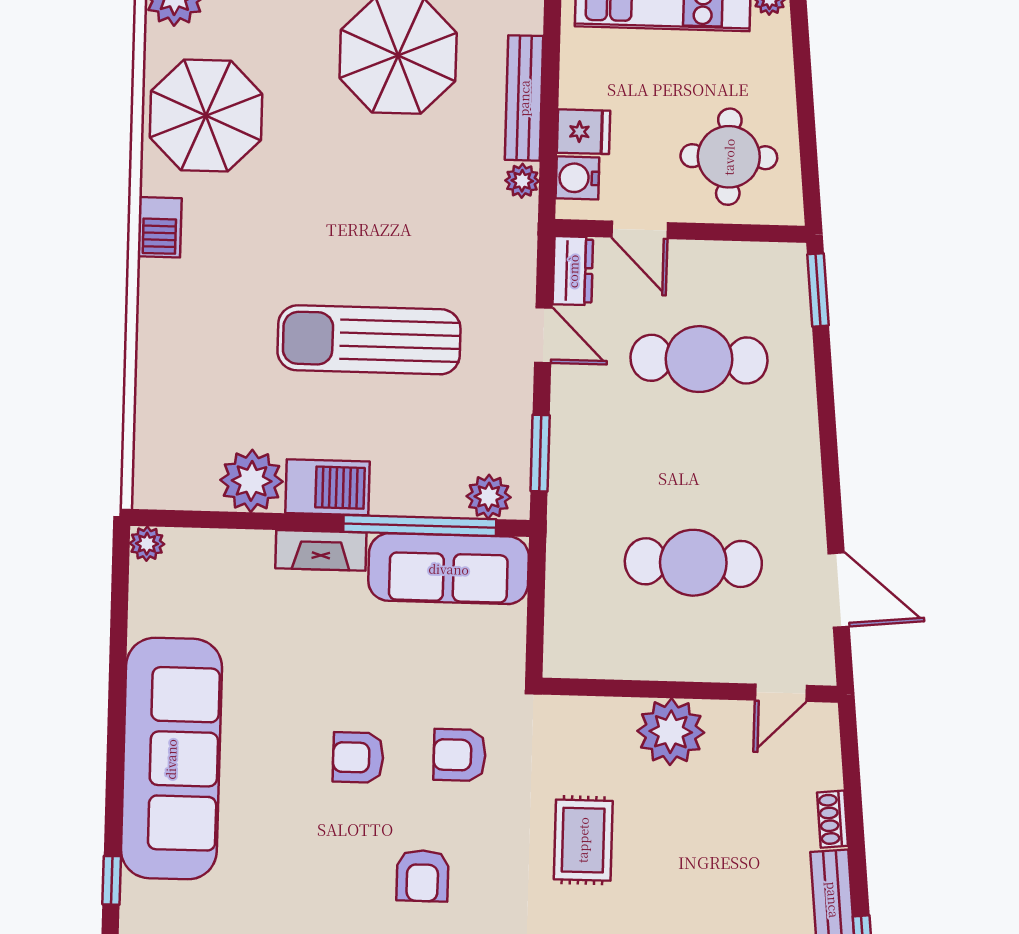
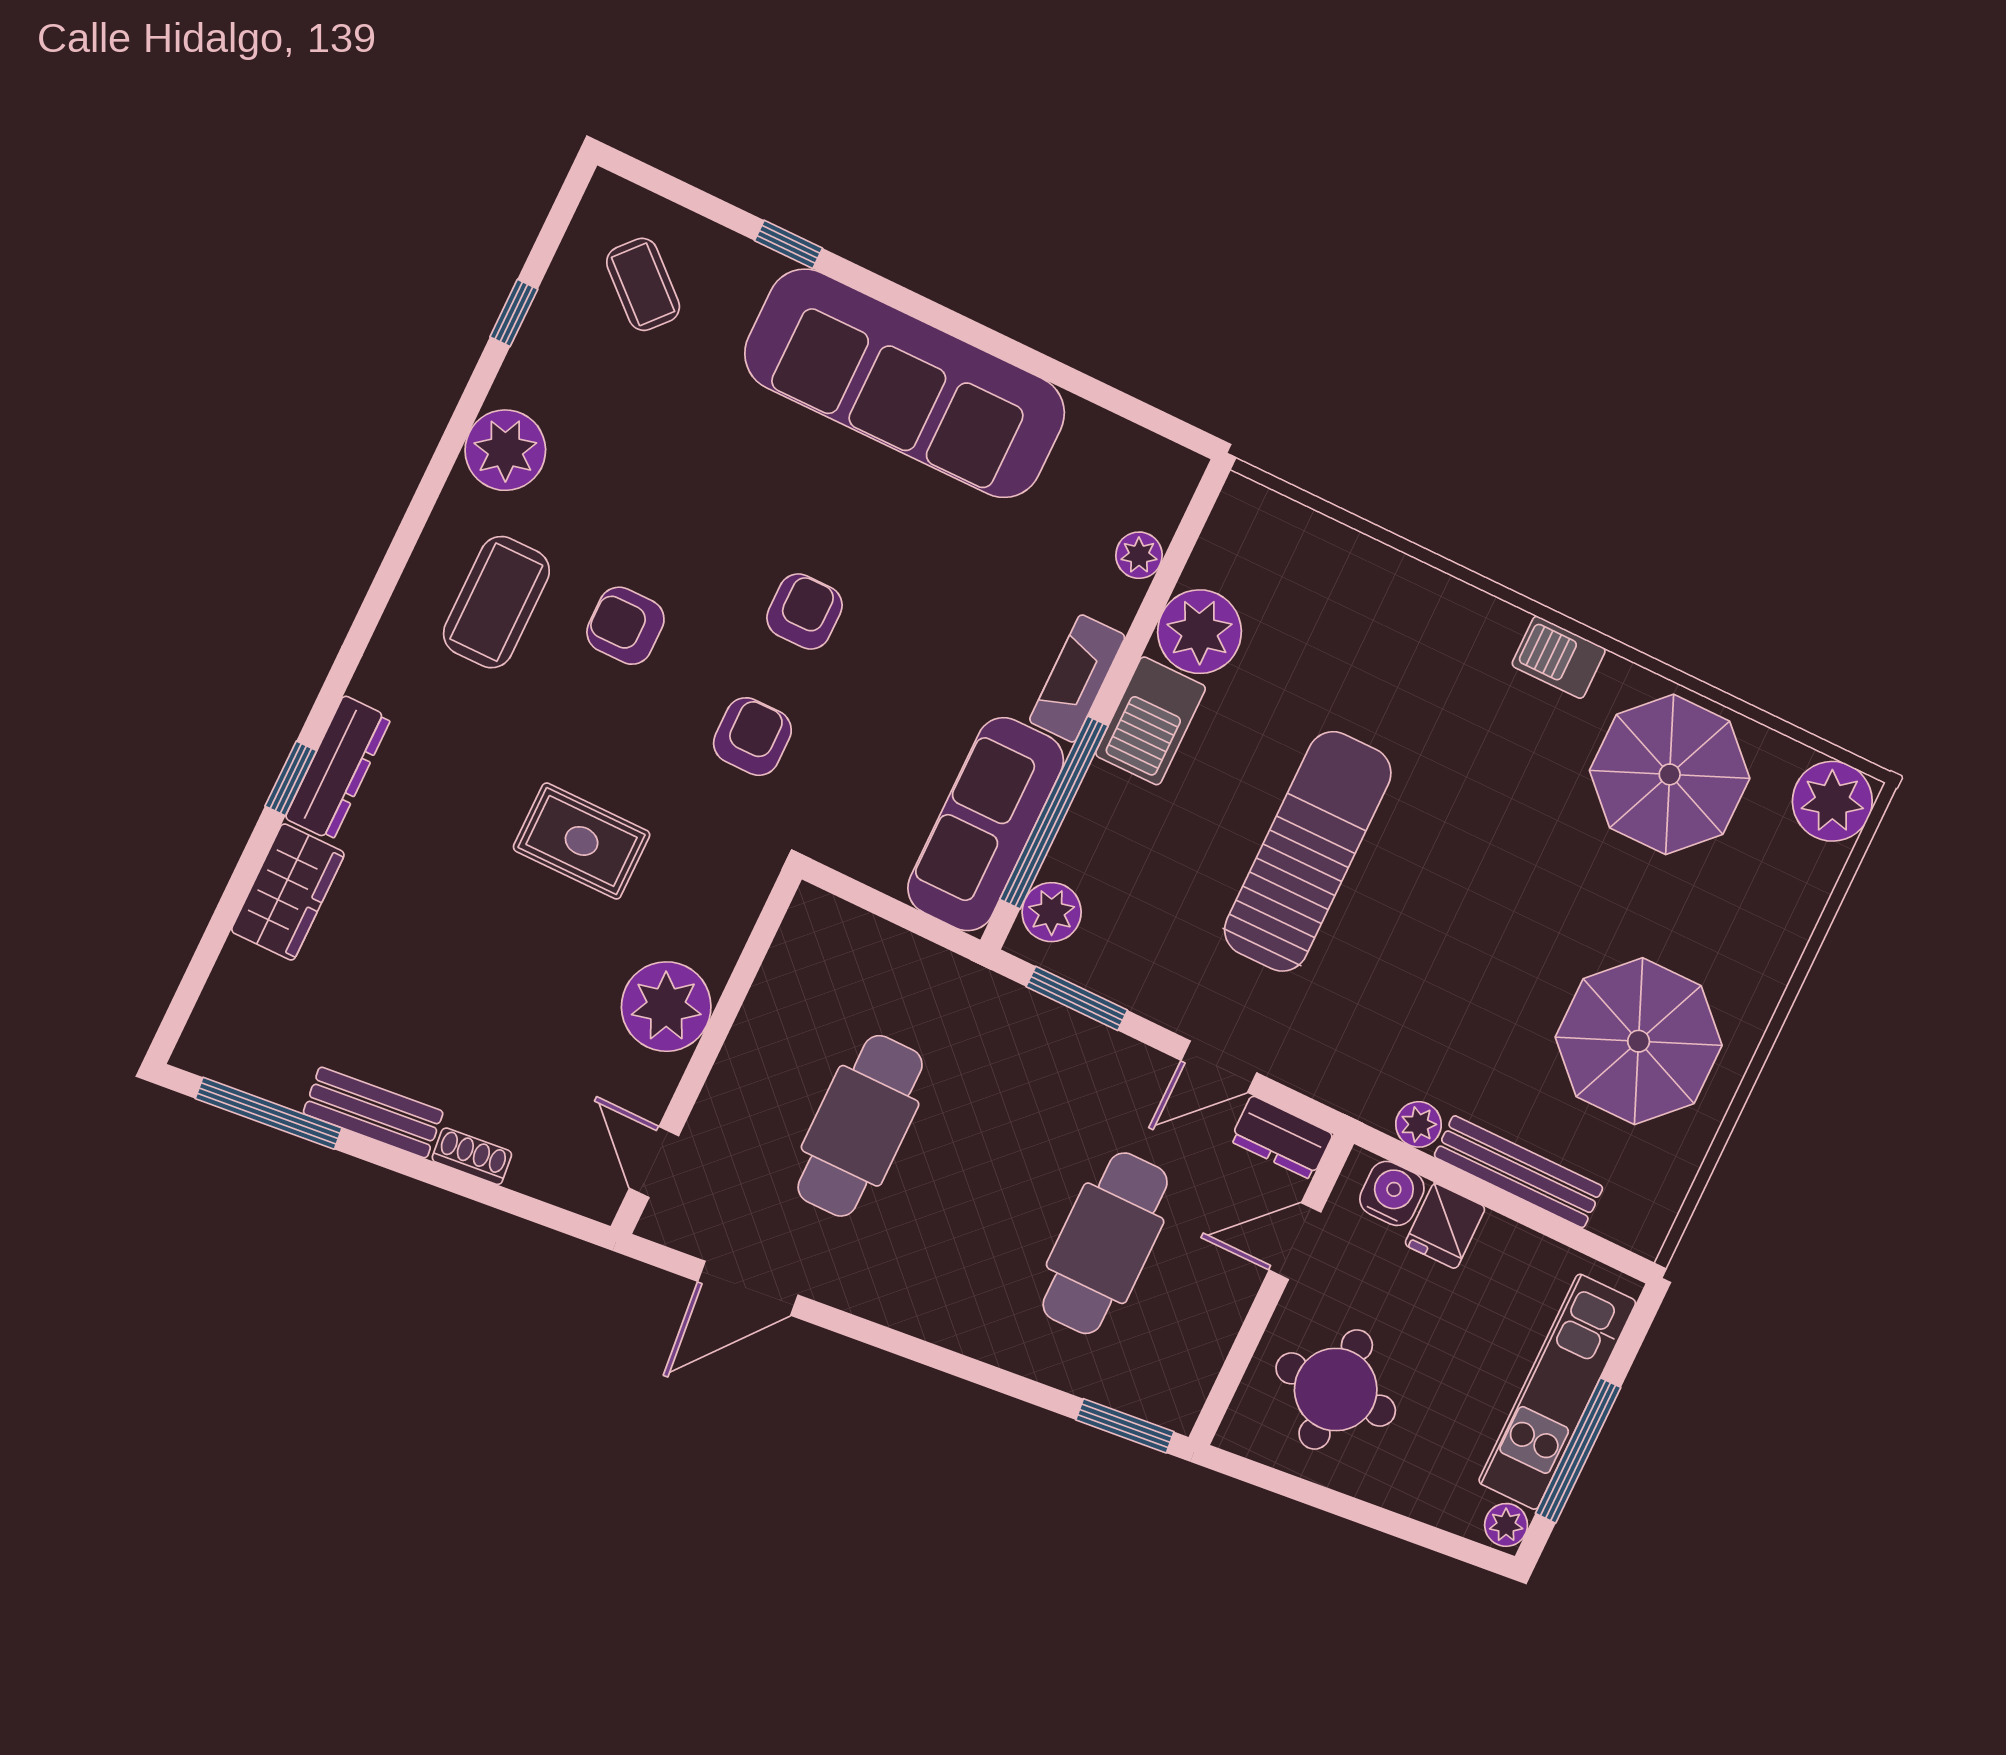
plant: (147, 544) -> (1139, 555), moved

